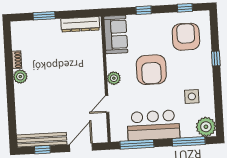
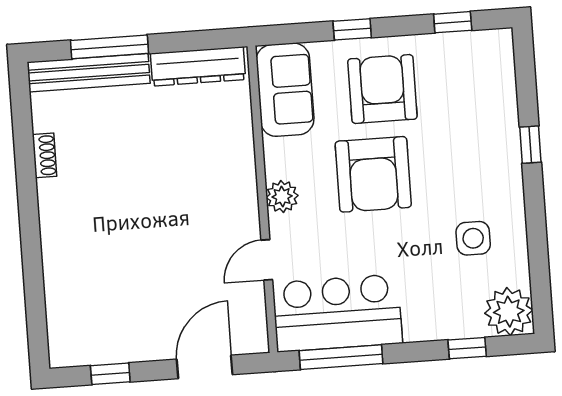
window: (44, 16) -> (109, 47), width x1.44
armchair: (186, 37) -> (382, 89), moved
plant: (20, 77) -> (54, 196), removed
bar counter: (153, 125) -> (337, 313), moved
bench: (42, 140) -> (89, 73), moved
window: (189, 141) -> (467, 348), width x0.46

